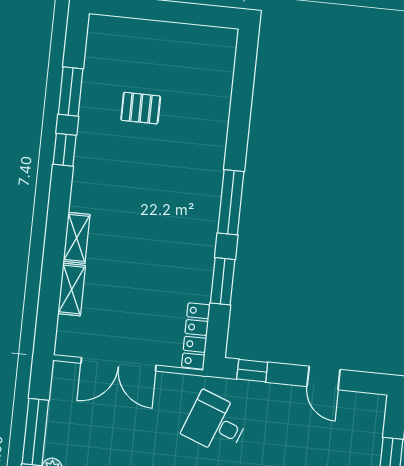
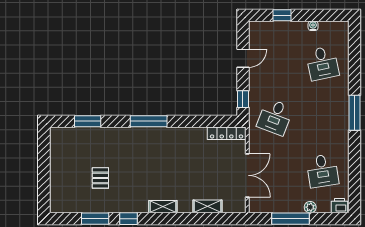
shelving: (77, 238) -> (163, 207), moved
window: (223, 281) -> (88, 121), moved

